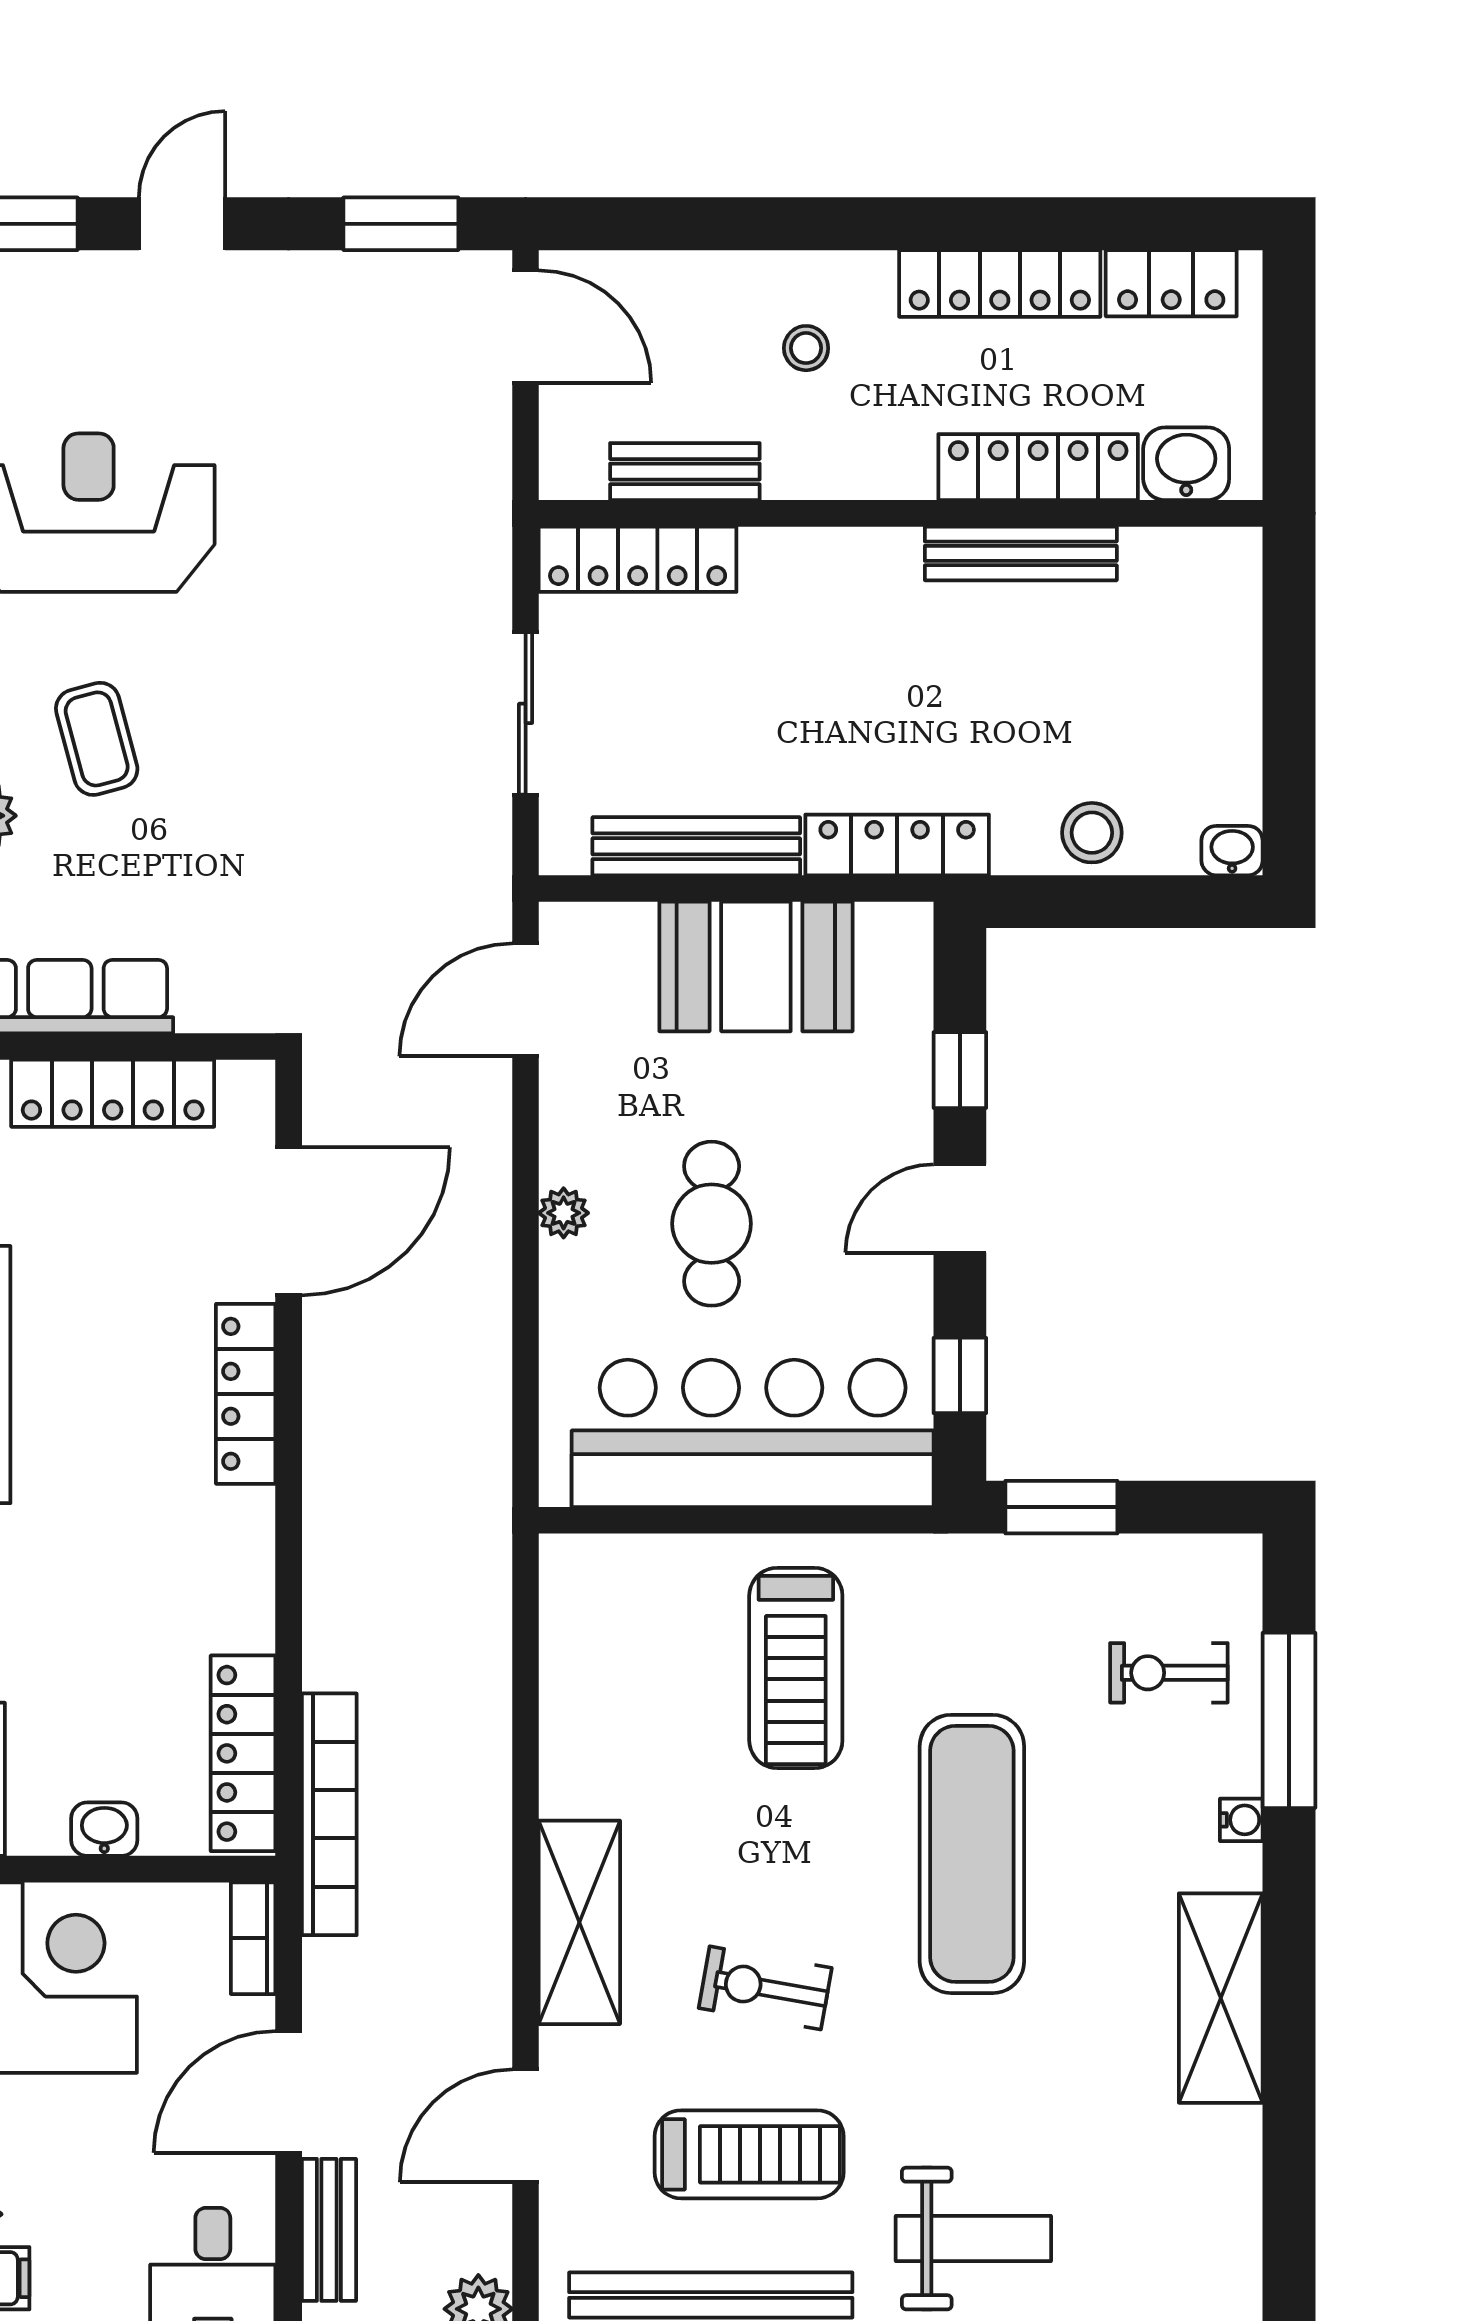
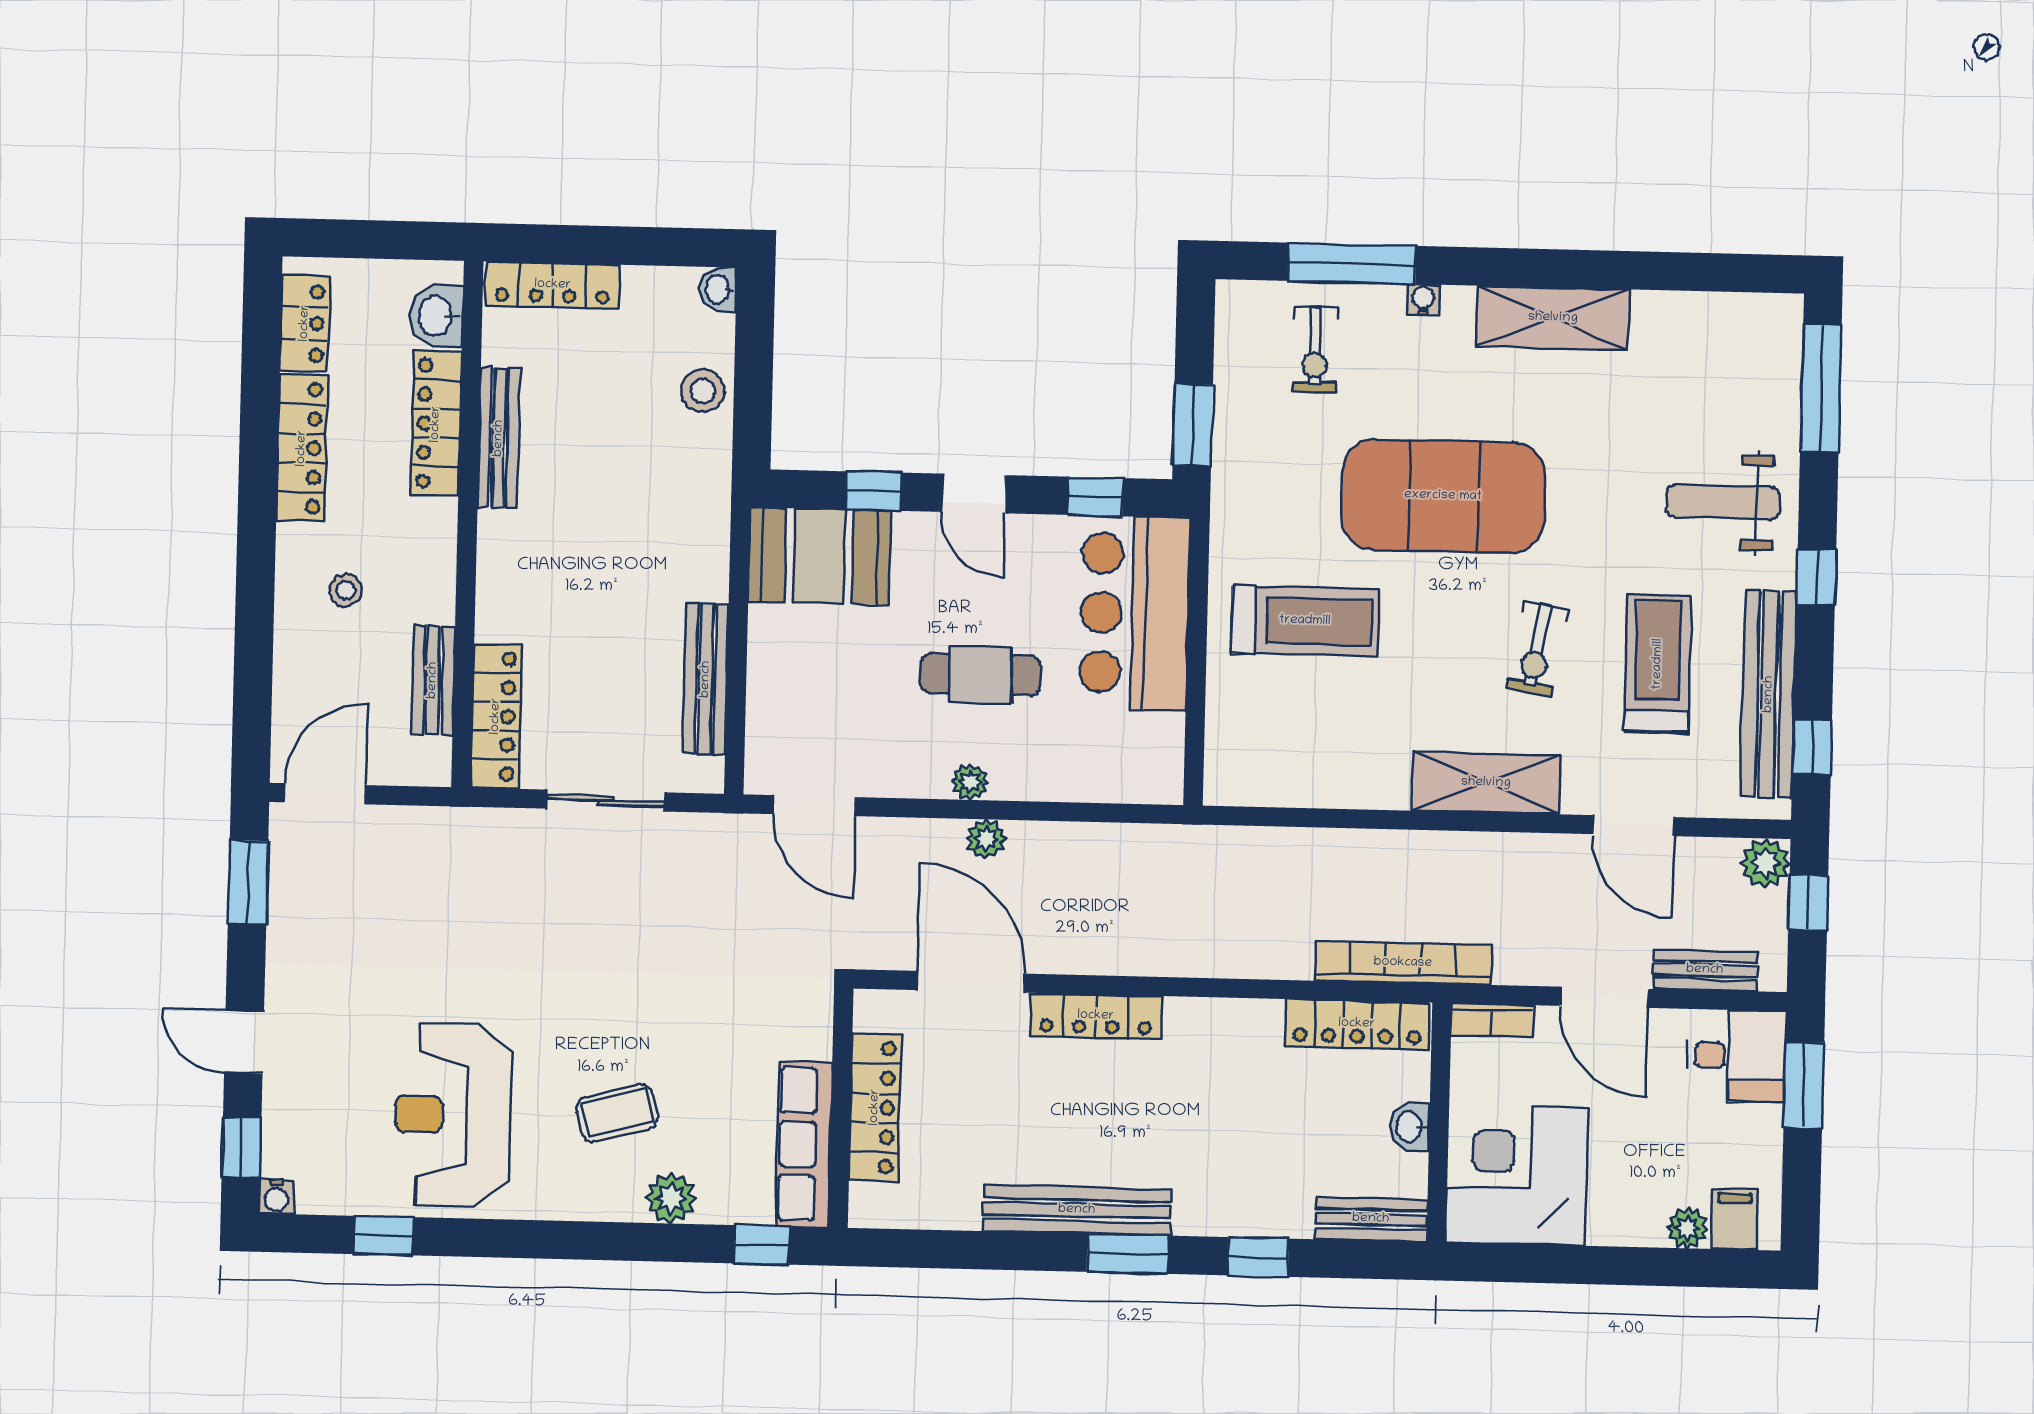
locker: (897, 845) -> (553, 285), moved, turned -90
booth: (756, 966) -> (819, 556), moved, turned 90
plant: (486, 1237) -> (986, 839), added
bar counter: (753, 1433) -> (1135, 613), width x0.73
exercise mat: (972, 1854) -> (1443, 496), width x1.47
weight bench: (973, 2238) -> (1723, 502), turned -90

